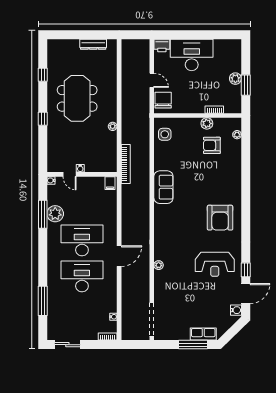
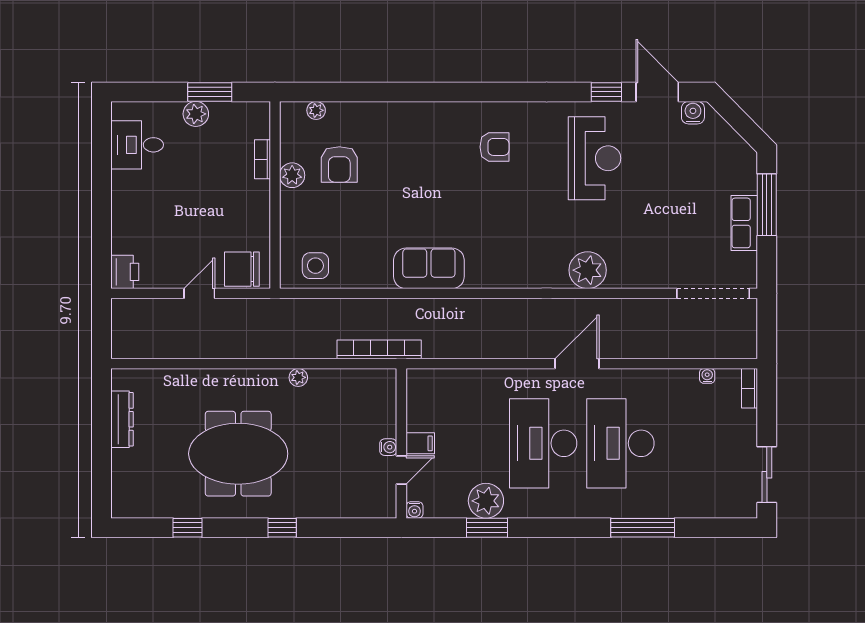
desk: (192, 55) -> (137, 145), moved, width x0.53, depth x0.77
filing cabinet: (110, 183) -> (420, 443), moved
window: (43, 214) -> (487, 528), width x0.69
armchair: (220, 218) -> (494, 147), width x0.53, depth x0.53
door: (119, 256) -> (577, 364), hinge flipped
plant: (159, 265) -> (588, 270), width x1.87, depth x1.87
window: (43, 301) -> (643, 528), moved
row of seats: (203, 334) -> (744, 223), moved

